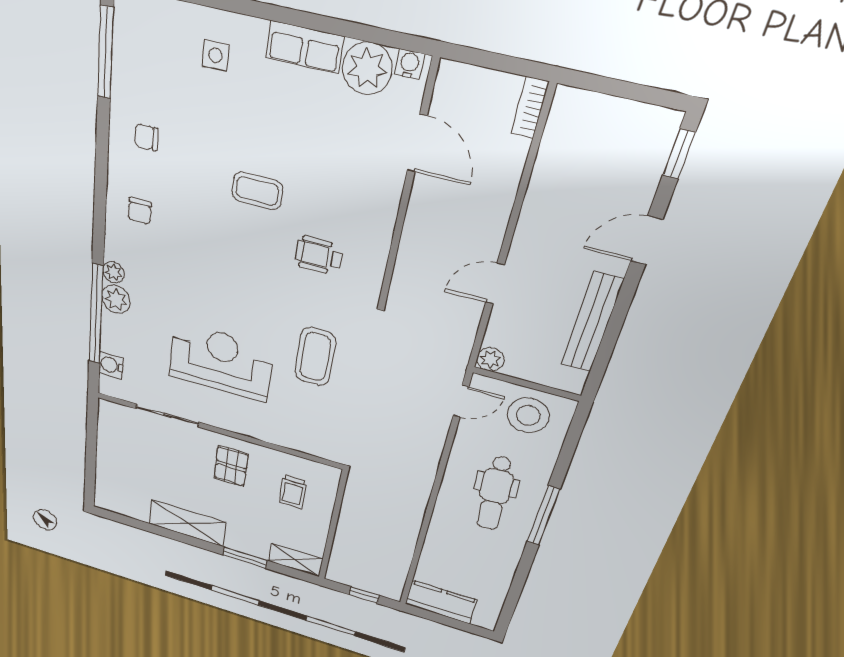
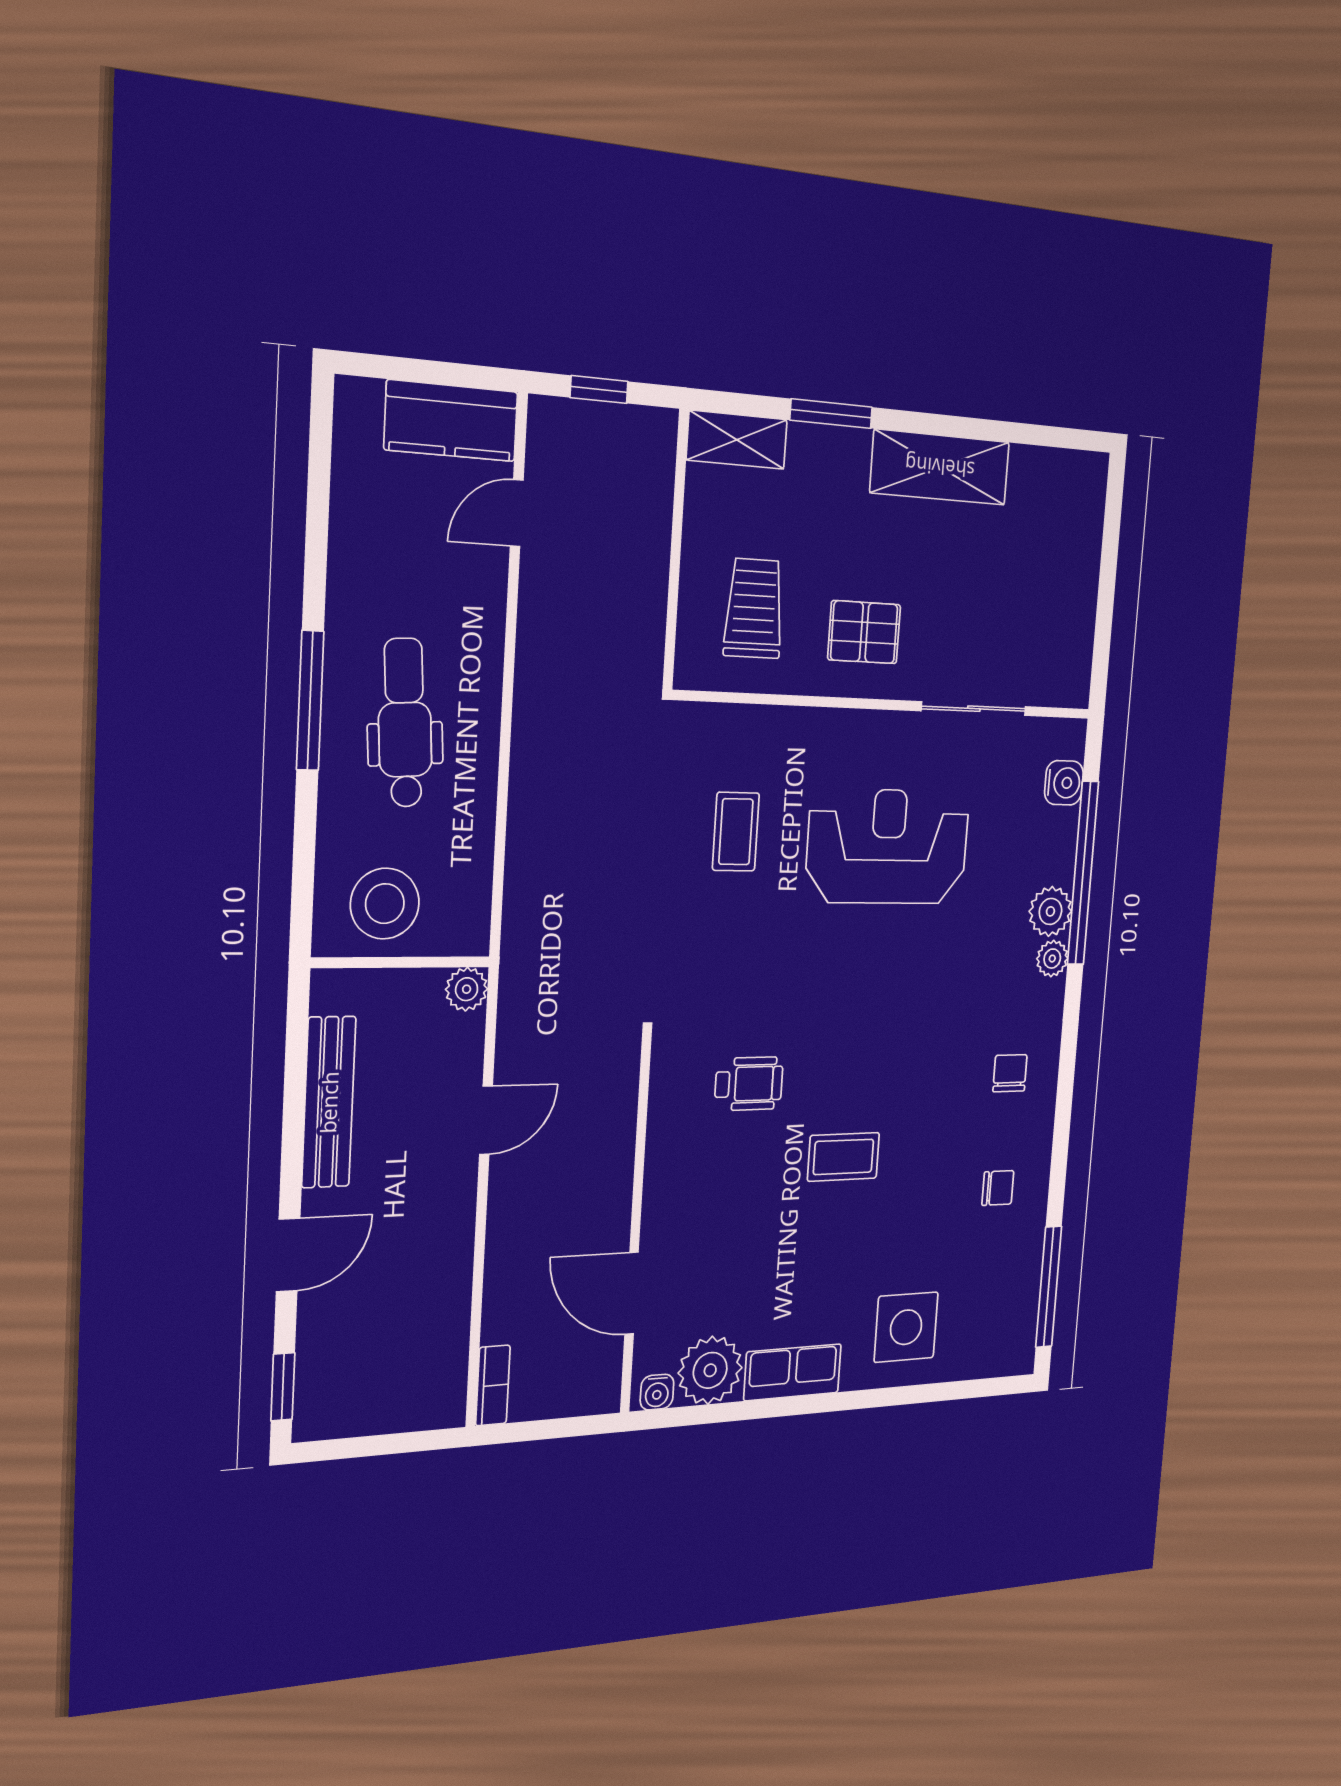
side table: (215, 55) -> (906, 1327), width x1.87, depth x1.87
coffee table: (315, 357) -> (736, 832), moved, width x0.73, depth x0.77
reception desk: (221, 362) -> (888, 847), turned 180
door: (461, 401) -> (517, 513), moved
pallet: (231, 466) -> (864, 632), turned 90
trolley: (293, 492) -> (754, 608), width x1.36, depth x1.39

